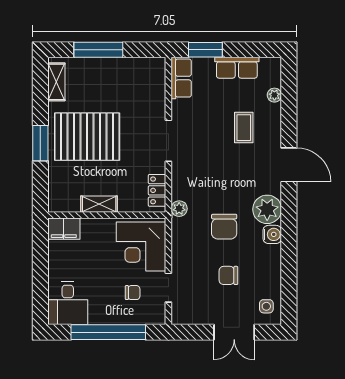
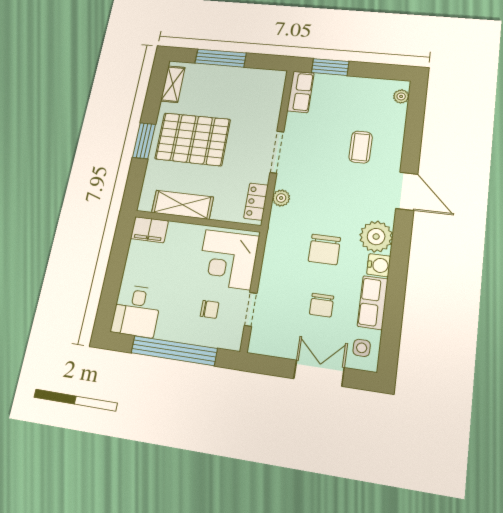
row of seats: (237, 68) -> (373, 302), moved, turned 90
plant: (274, 95) -> (401, 96), moved
shelving: (99, 204) -> (182, 205), width x1.50, depth x1.33
plant: (179, 209) -> (281, 198), moved
chair: (228, 275) -> (322, 305), turned -90
double door: (234, 332) -> (319, 373), swing flipped

